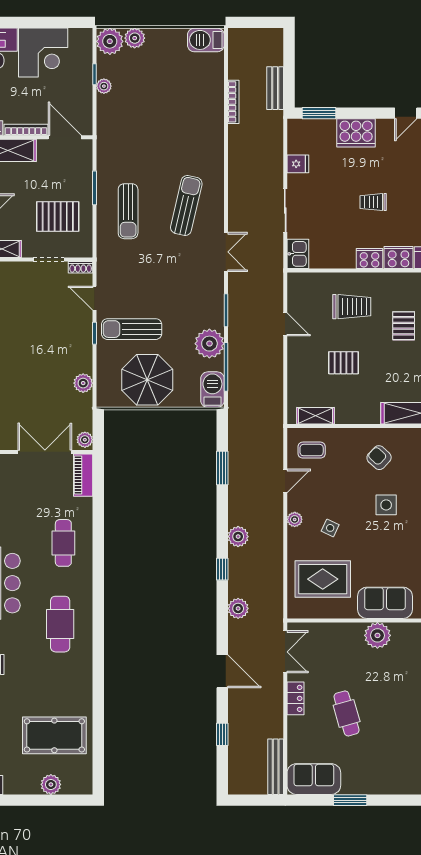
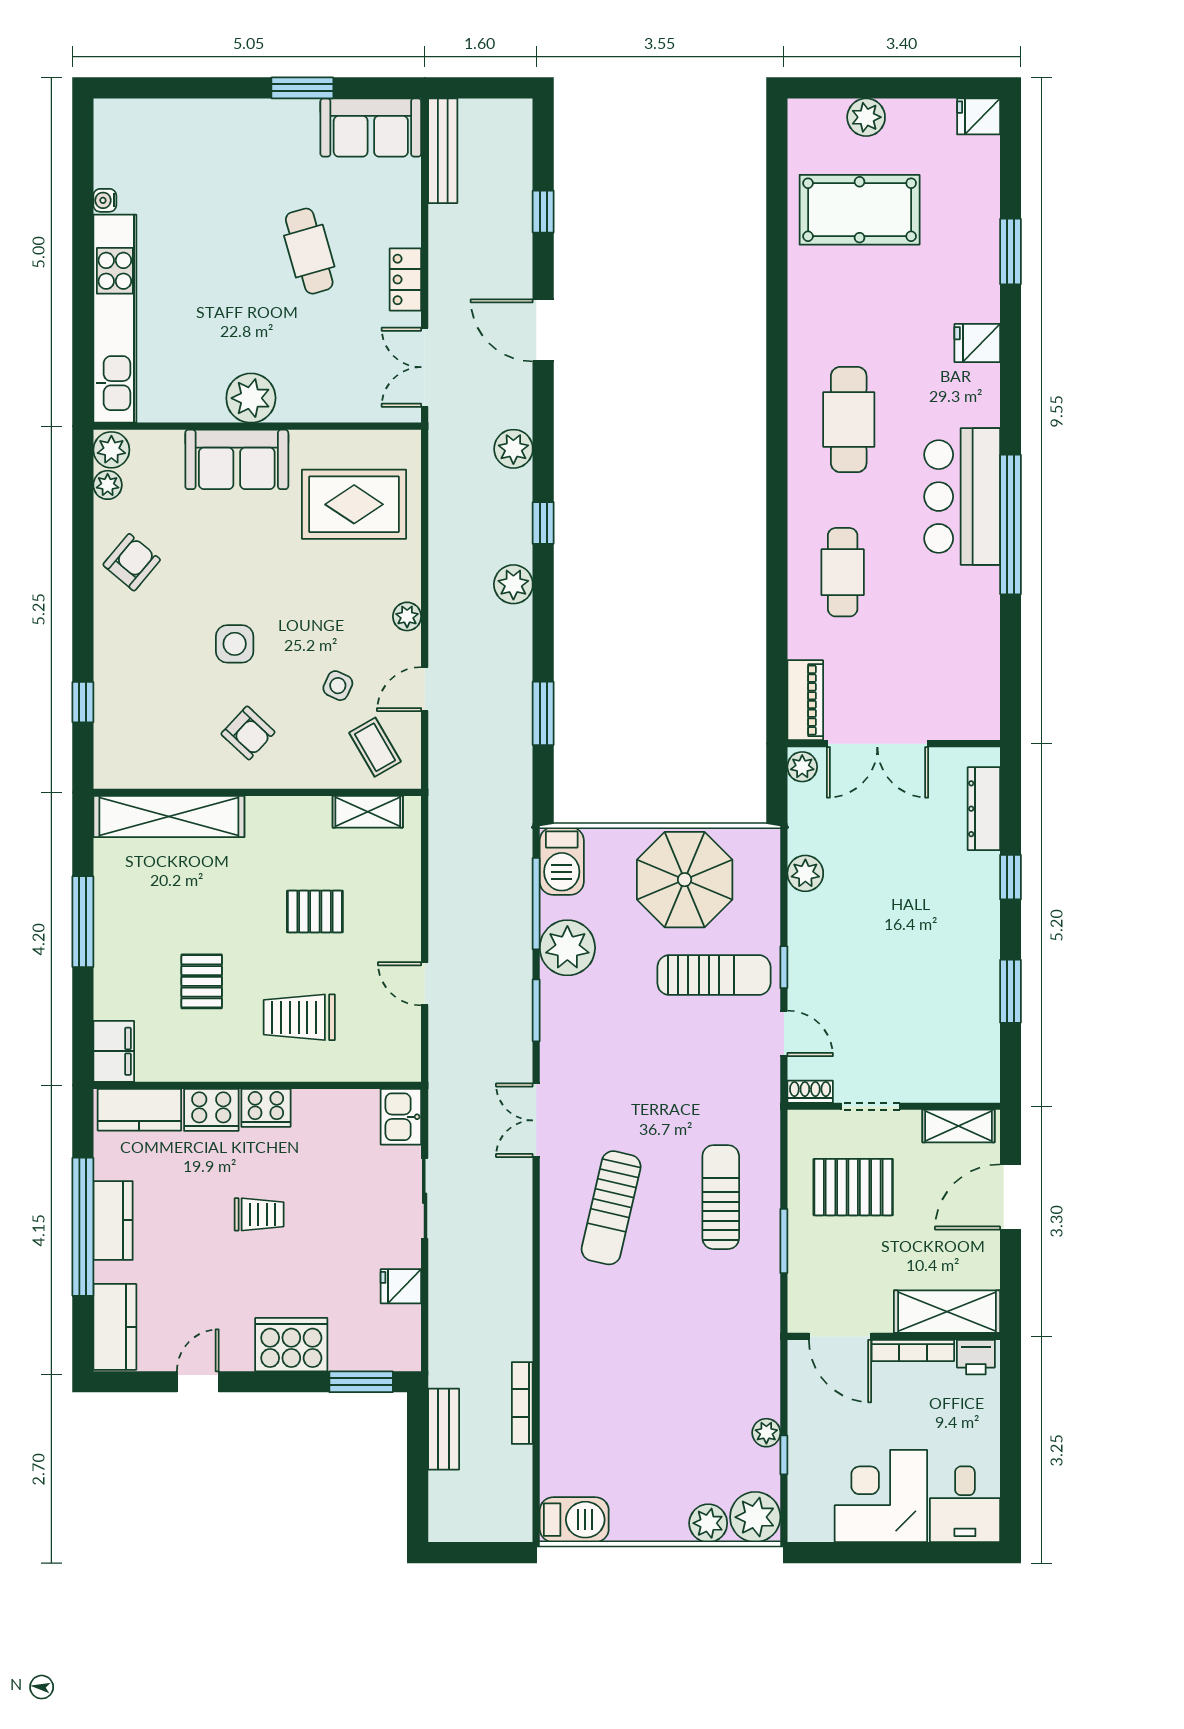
coffee table: (312, 450) -> (375, 747), turned 60
side table: (330, 528) -> (338, 686), moved

